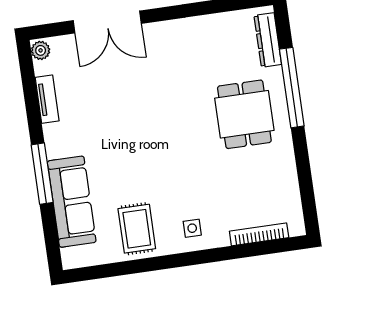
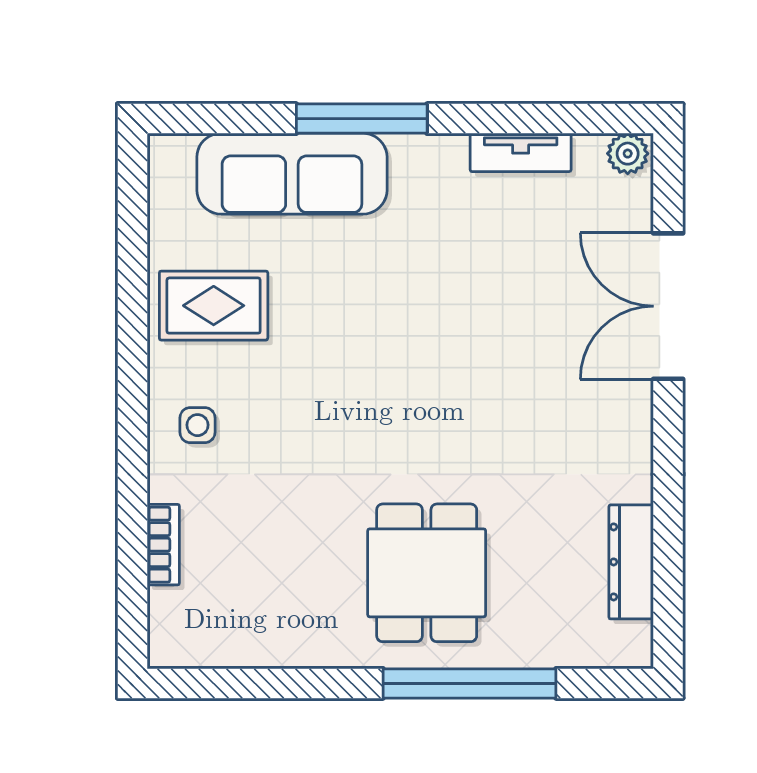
dresser: (268, 40) -> (631, 562), moved, turned -90
dining table: (244, 114) -> (427, 573), turned 90
bookcase: (259, 234) -> (163, 545), width x0.64

